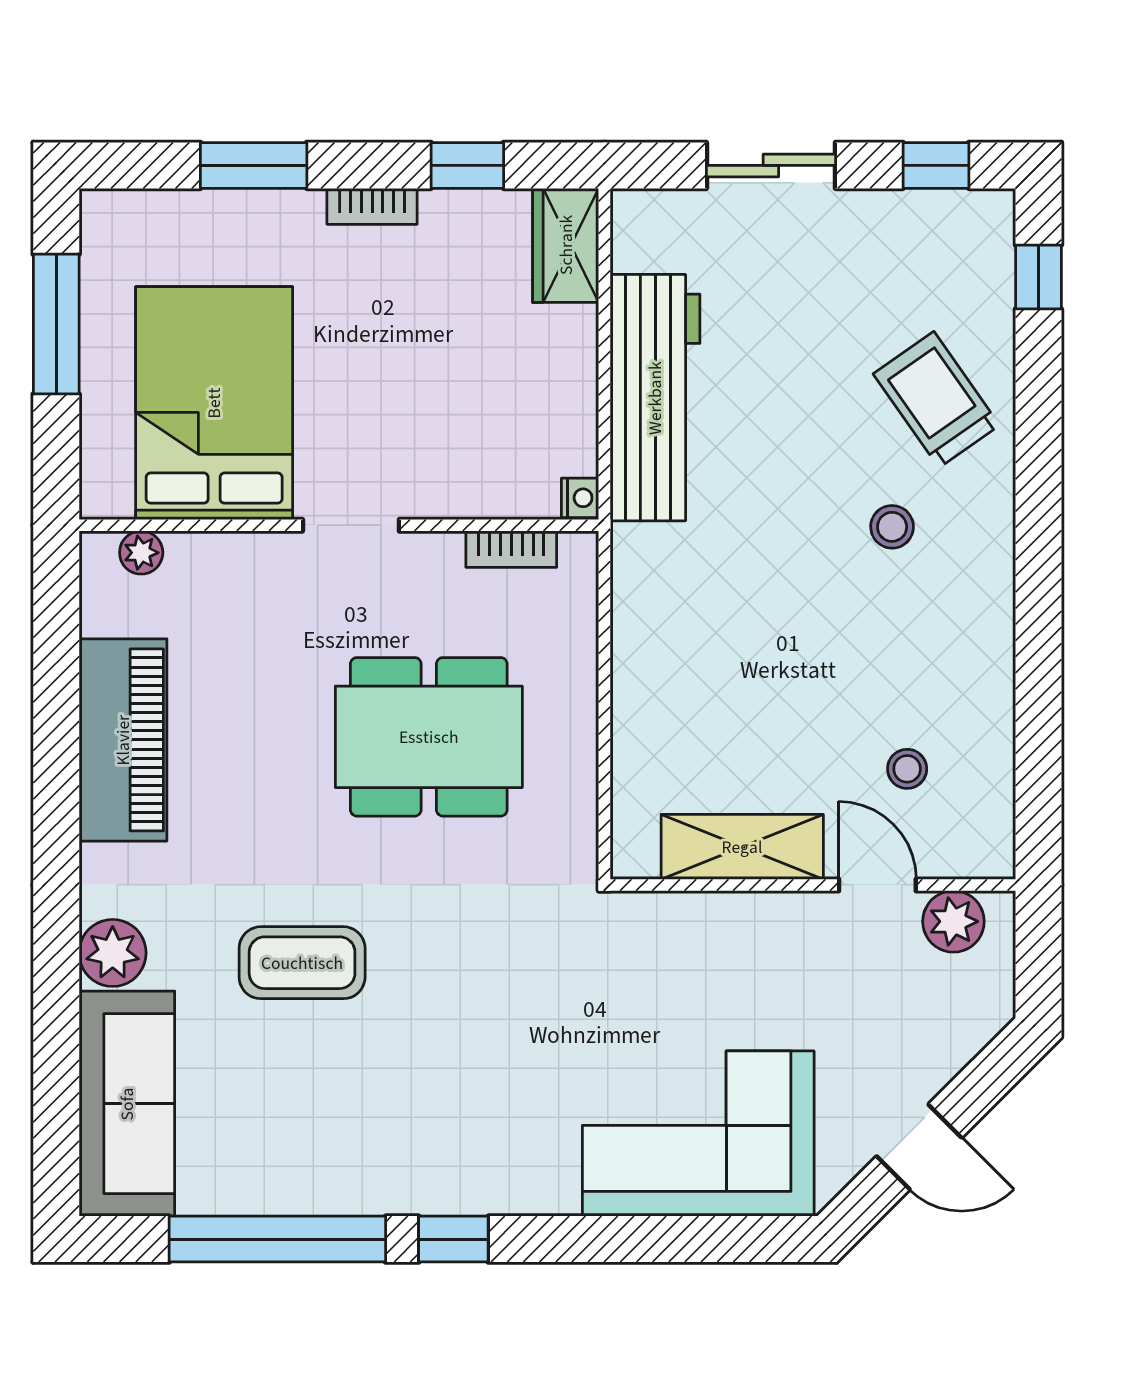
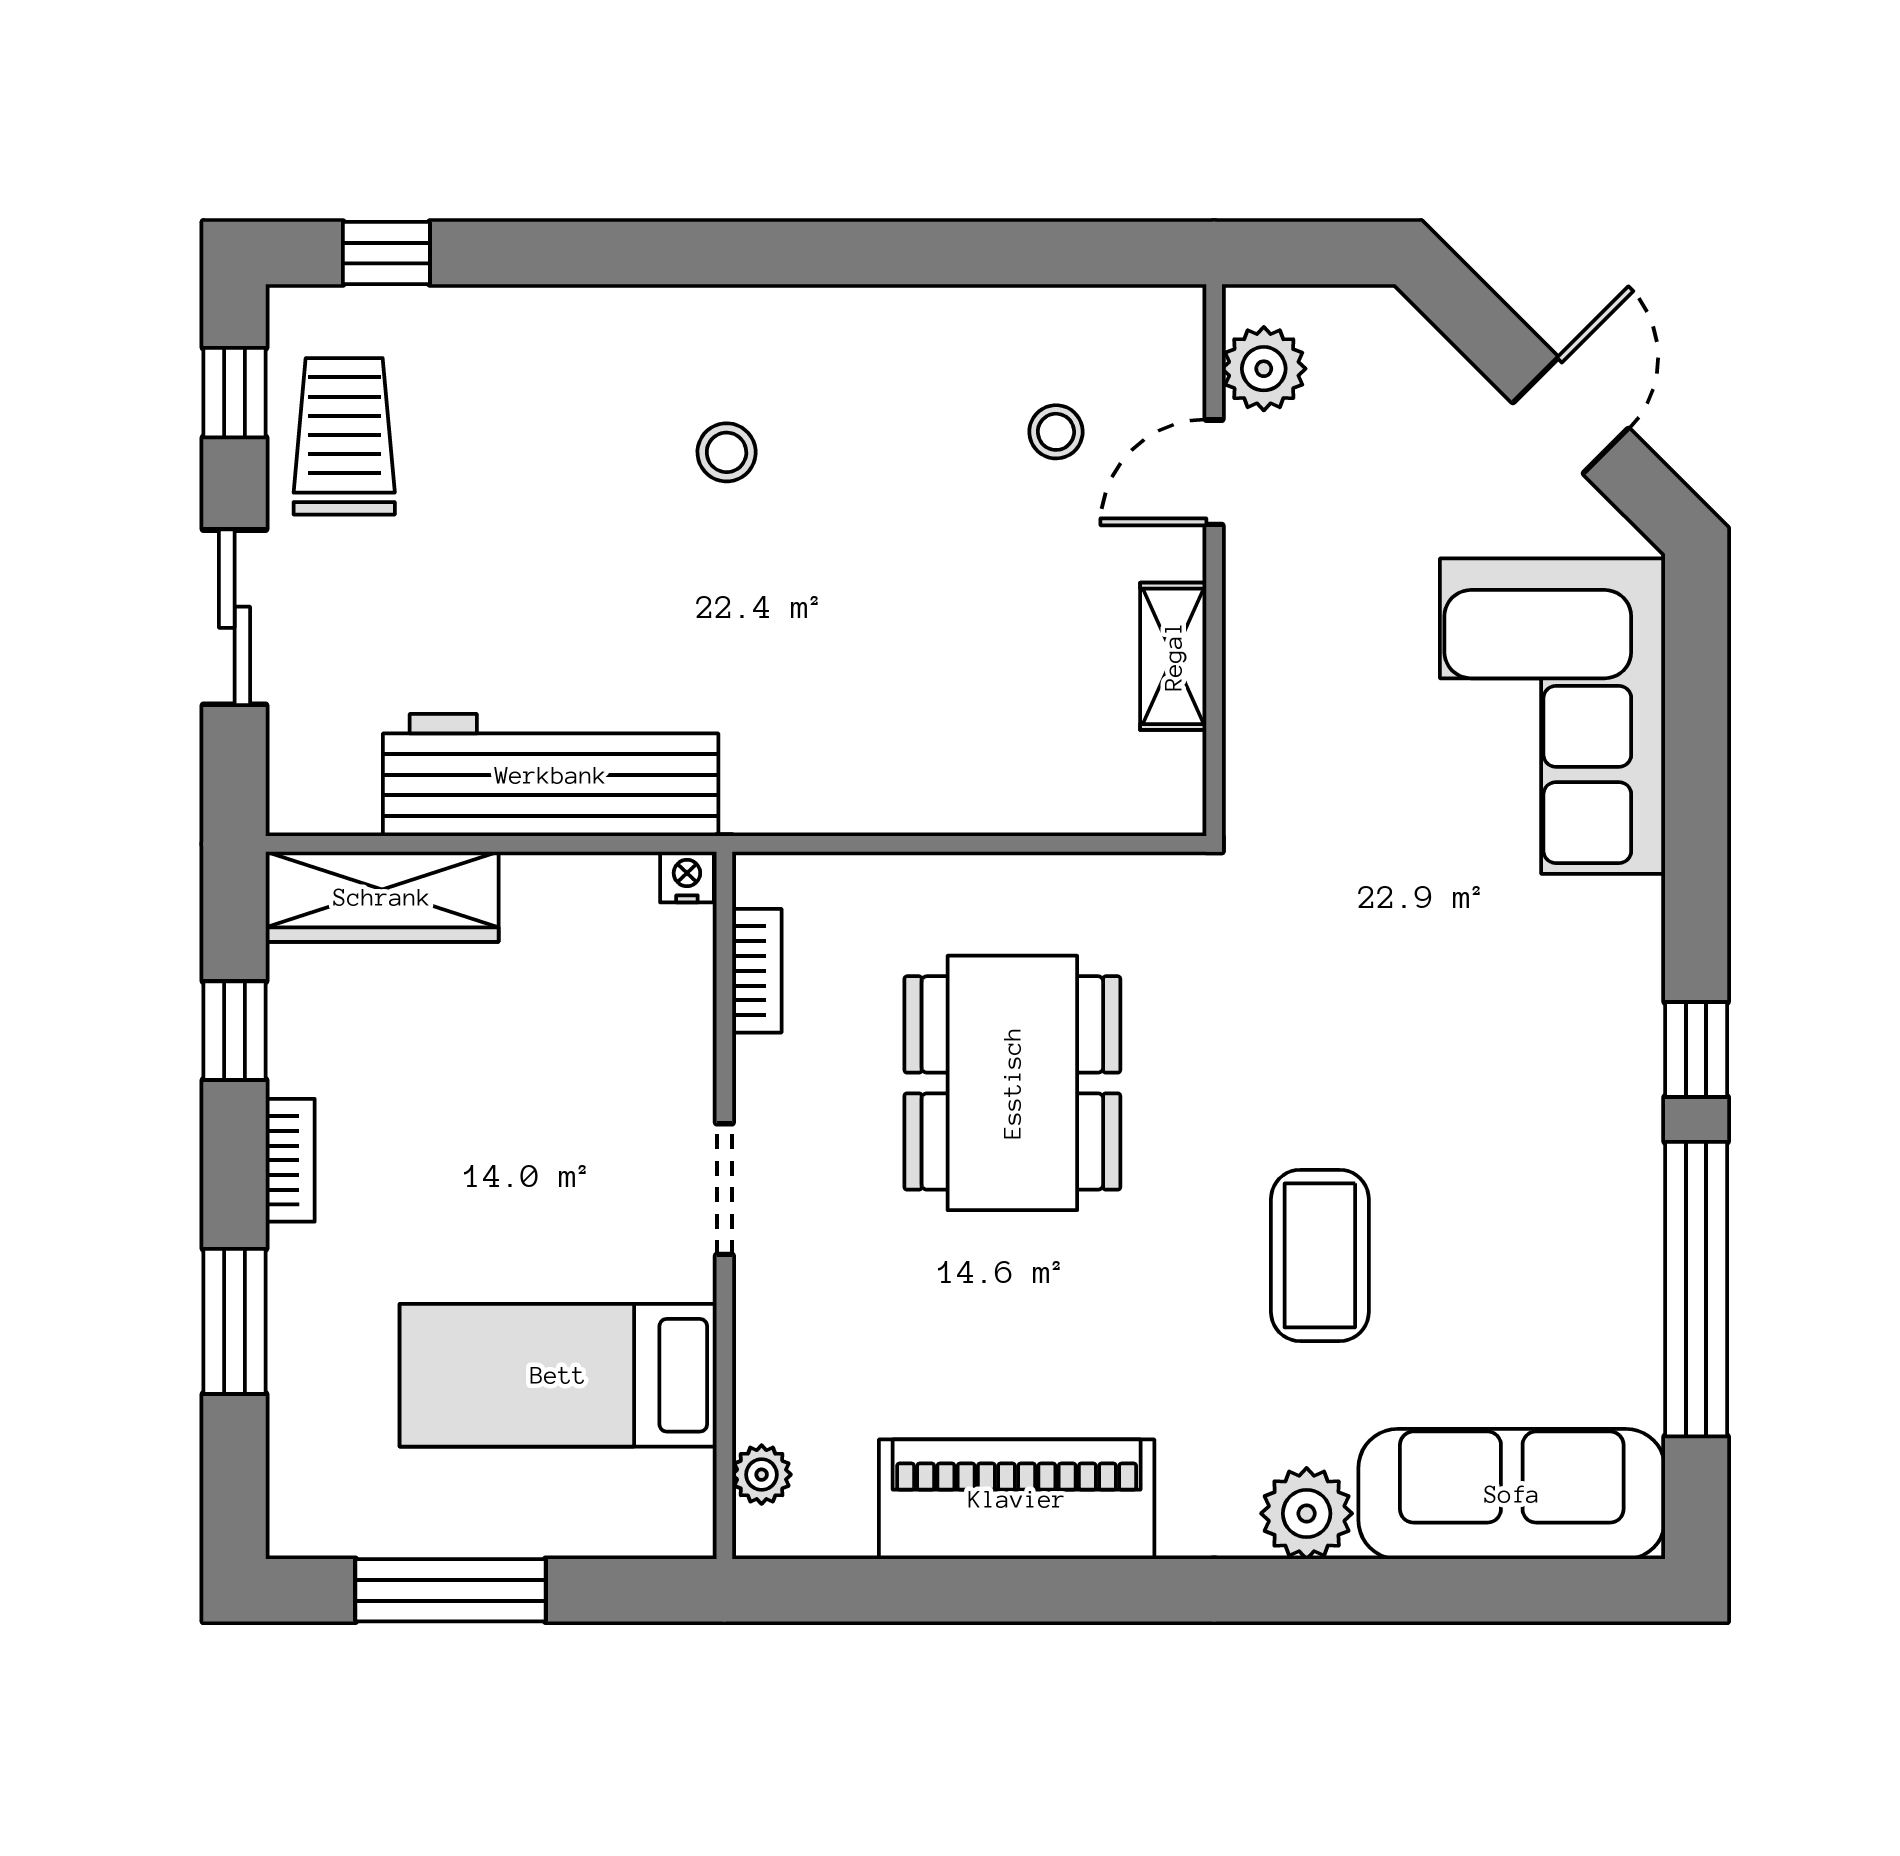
wardrobe: (566, 245) -> (382, 897), width x1.50
trolley: (936, 400) -> (344, 436), moved, turned 125
bed: (214, 403) -> (558, 1375), width x0.67
shelving: (742, 847) -> (1173, 656), width x0.67, depth x0.75

